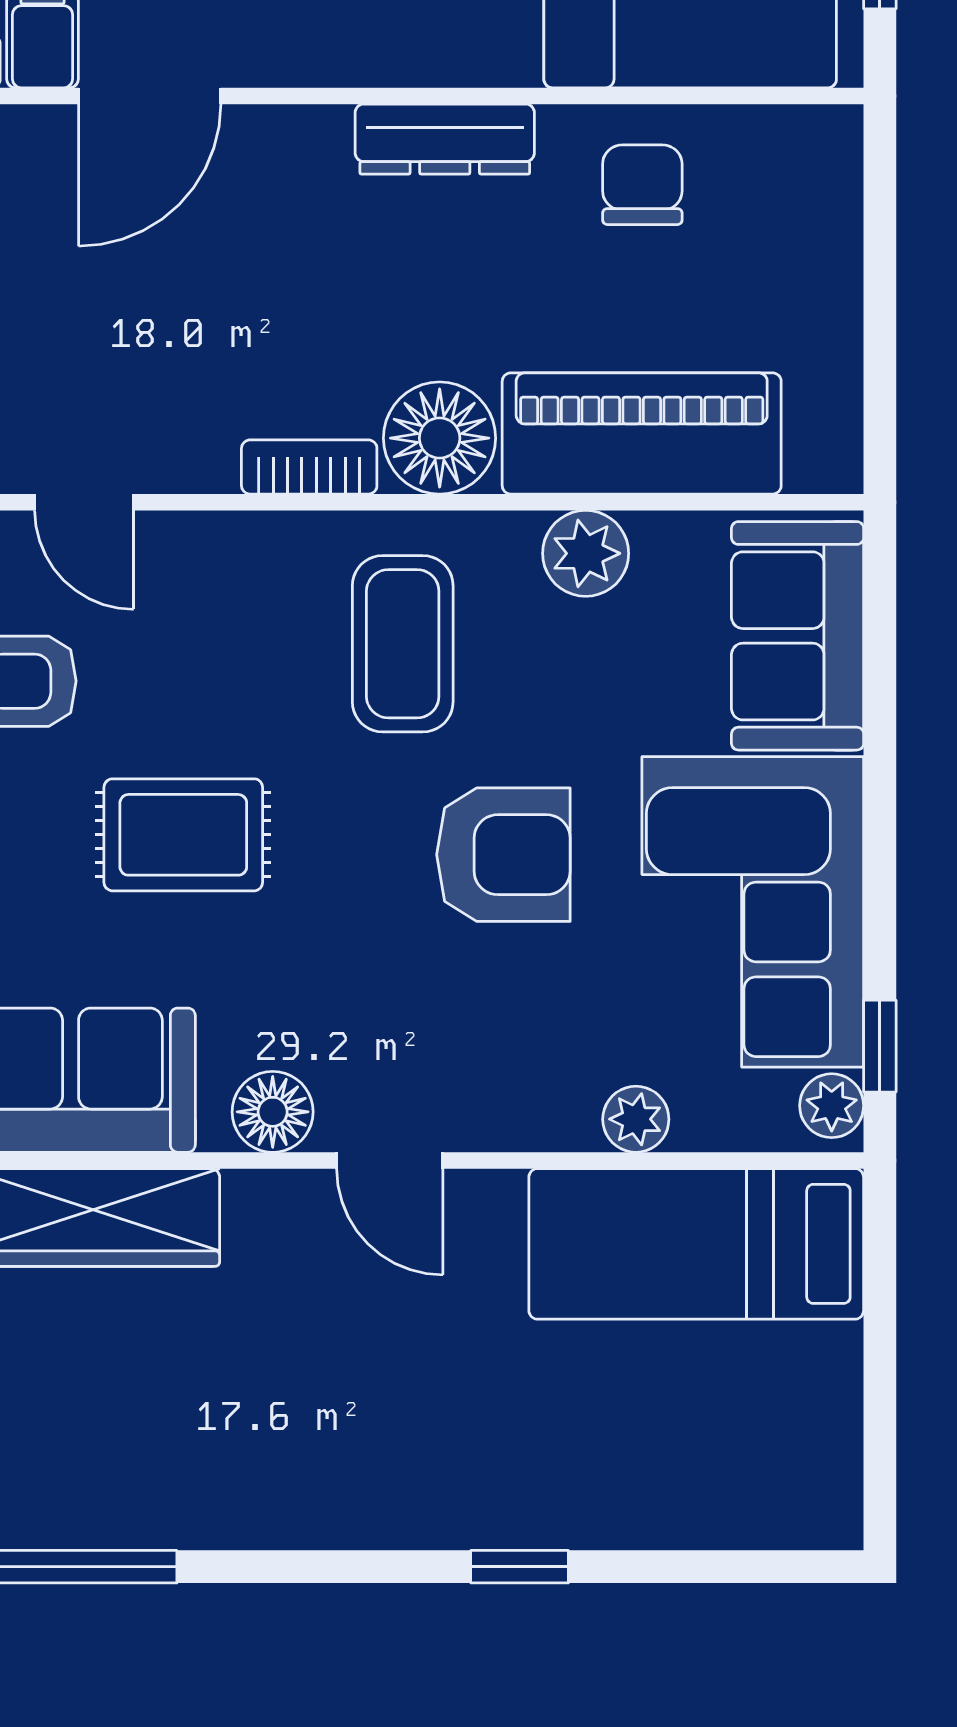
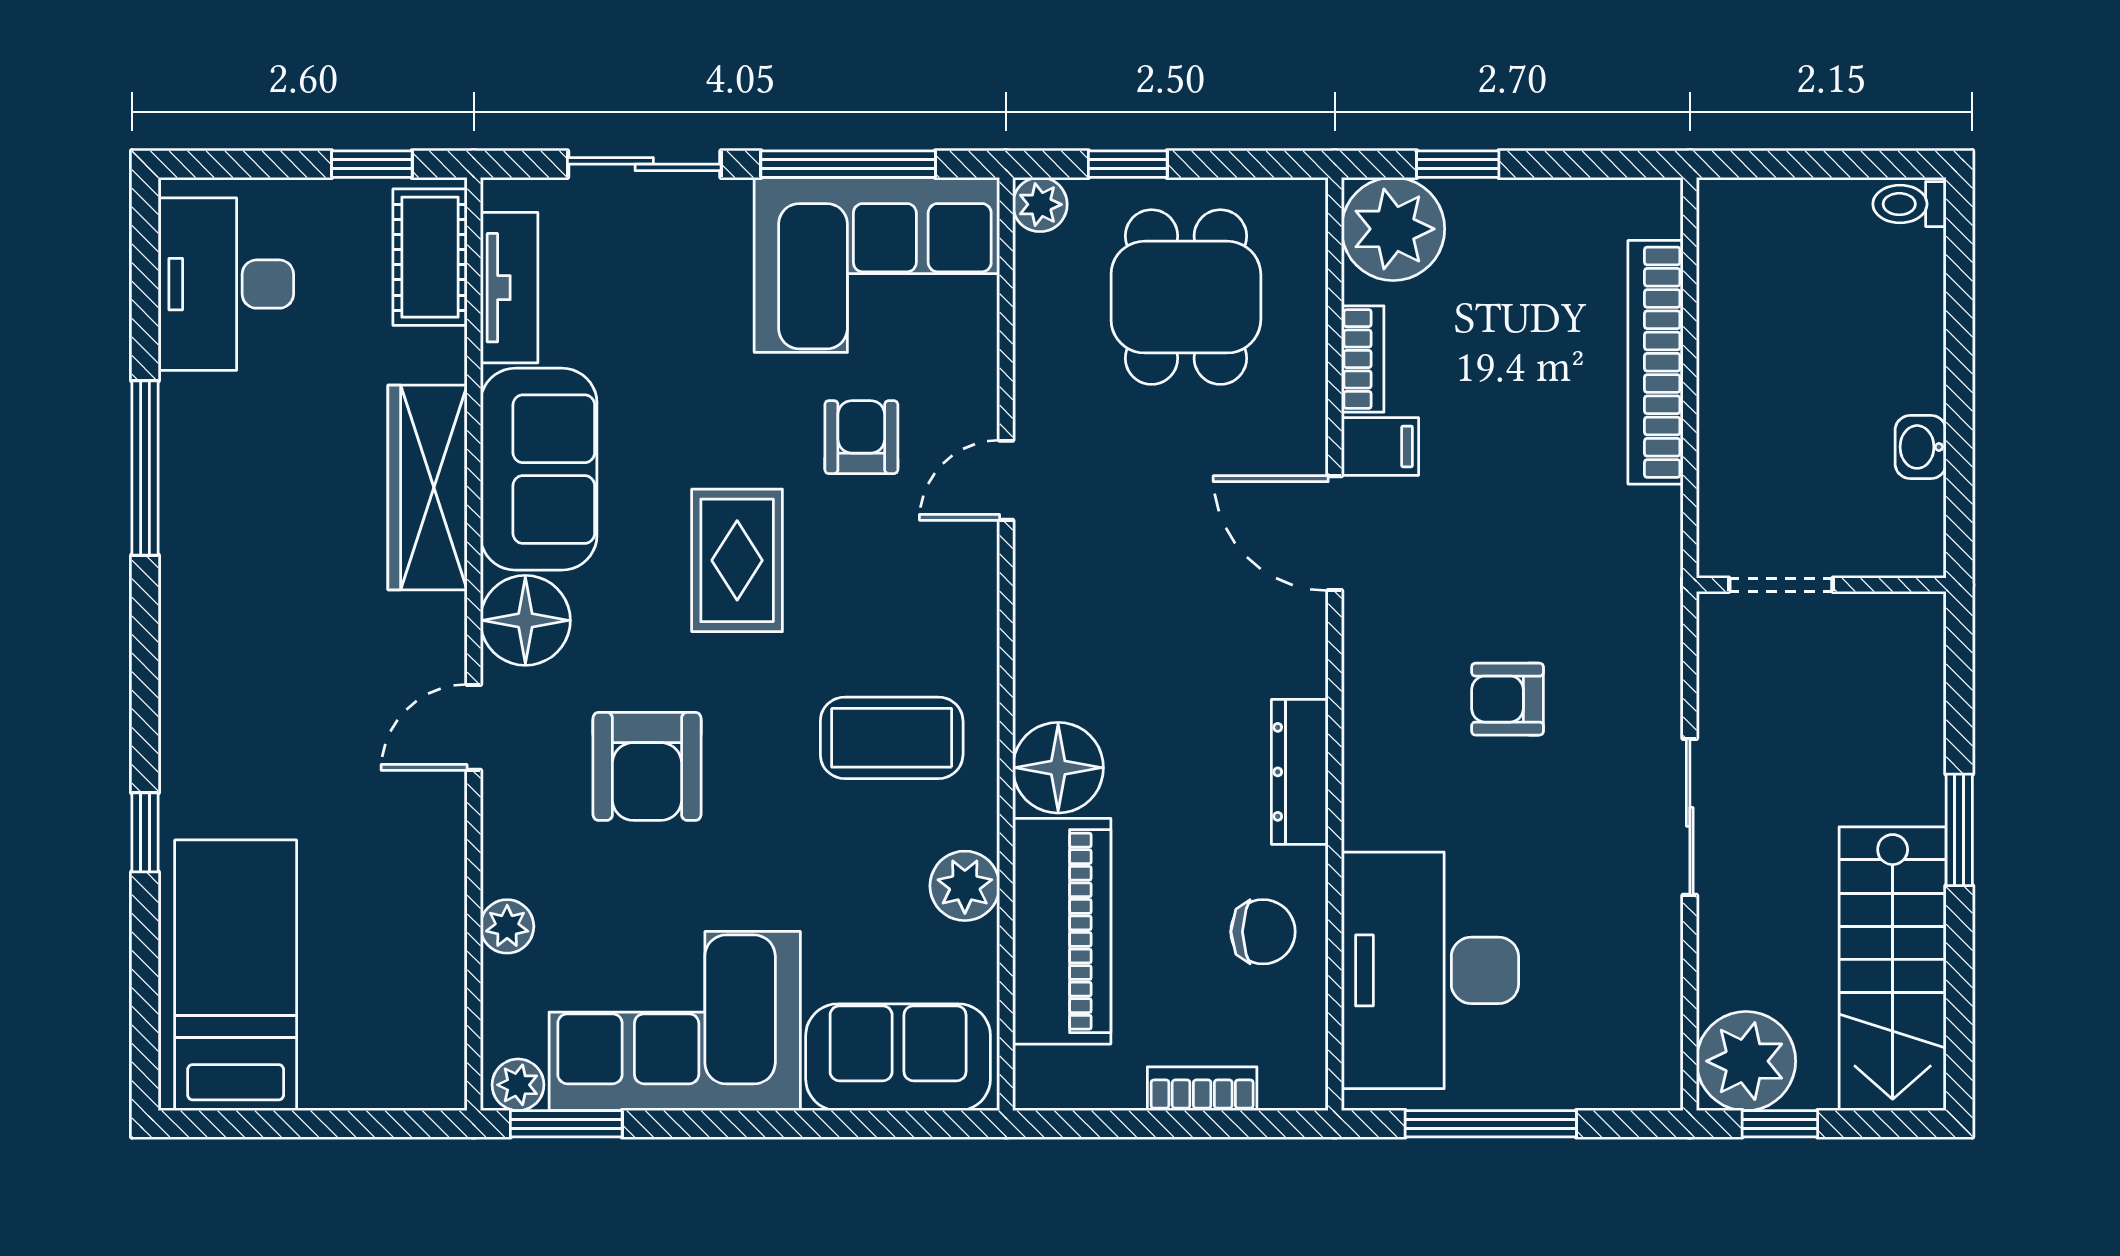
bookcase: (309, 467) -> (1202, 1089), moved, turned -90
armchair: (503, 855) -> (647, 766), moved
window: (880, 1046) -> (566, 1124), width x1.50
floor lamp: (273, 1112) -> (525, 620), width x1.38, depth x1.38
bed: (696, 1244) -> (236, 975), moved

